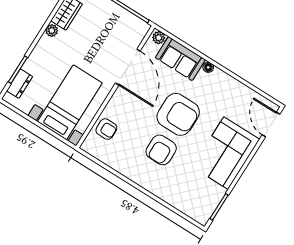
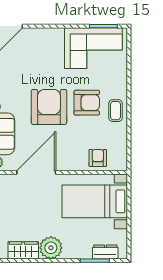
plant: (52, 31) -> (51, 248), width x1.88, depth x1.88
corner sofa: (226, 153) -> (93, 48), moved
coffee table: (138, 171) -> (116, 111), added

